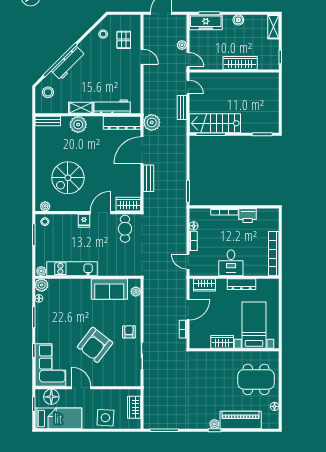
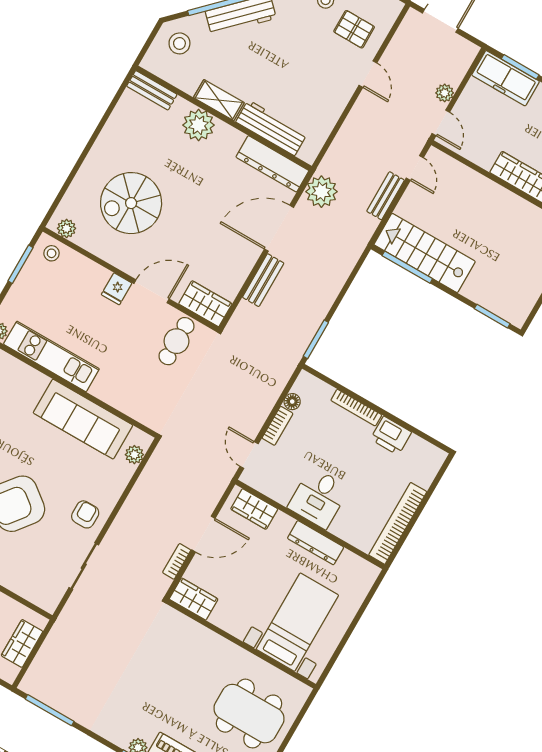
pallet: (124, 40) -> (354, 29), turned 90
sofa: (109, 289) -> (83, 419), width x1.36
wardrobe: (222, 342) -> (194, 599), moved

